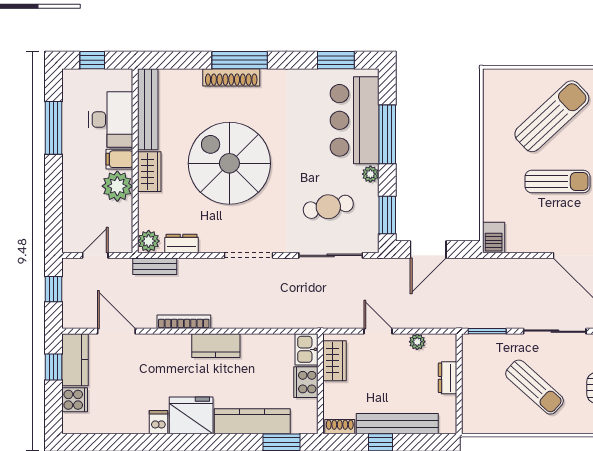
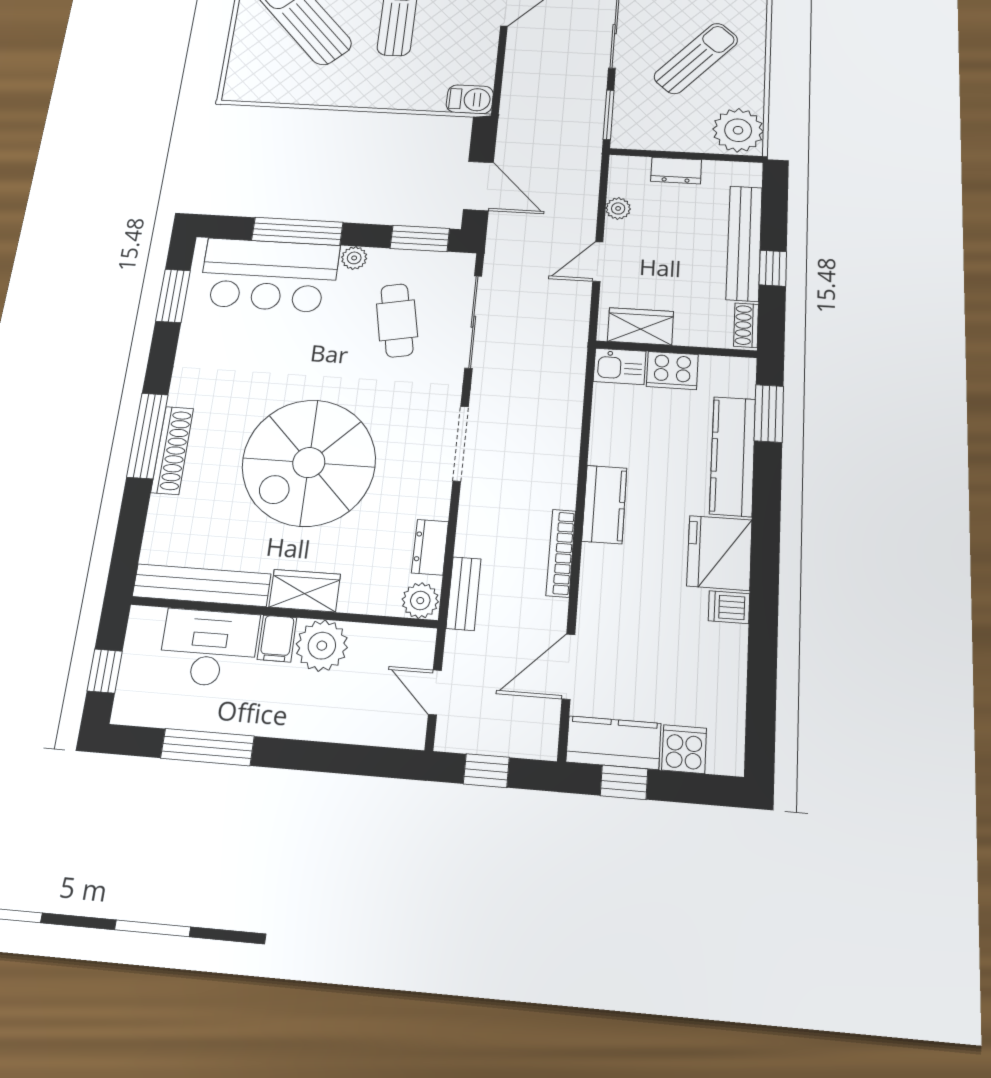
plant: (480, 417) -> (738, 130), added

